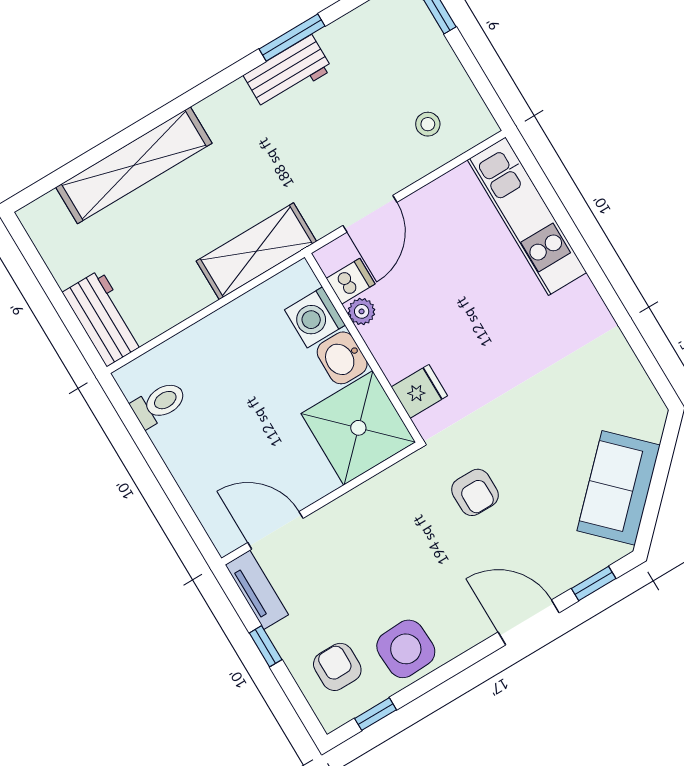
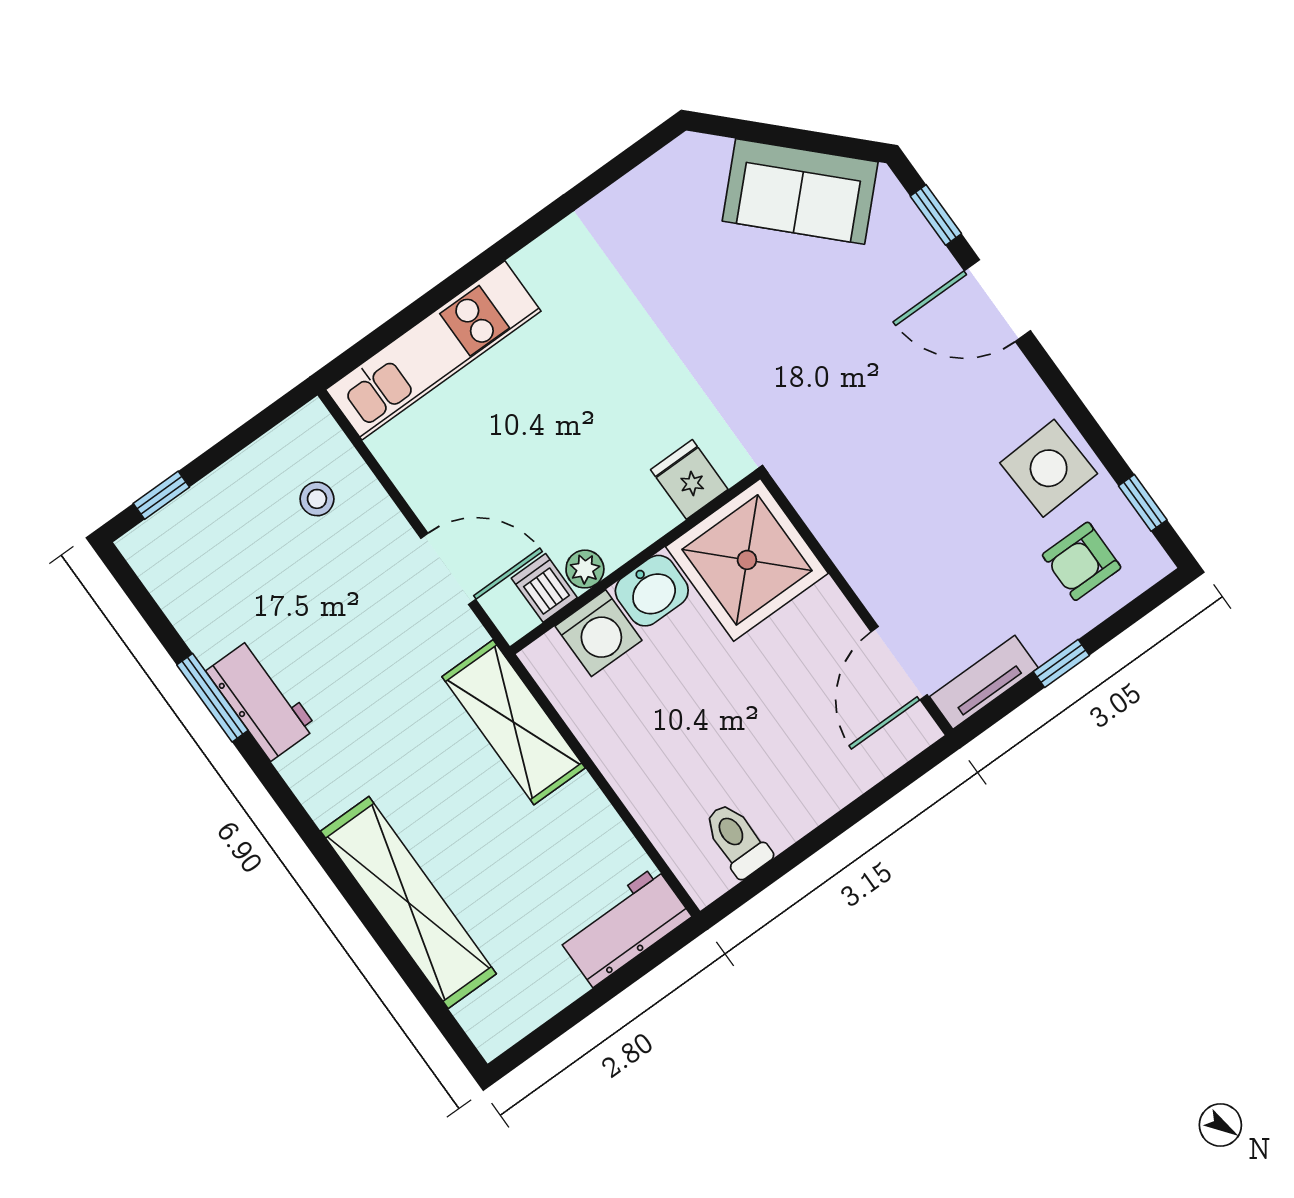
armchair: (475, 492) -> (823, 390), removed
door: (529, 622) -> (997, 301), hinge flipped

